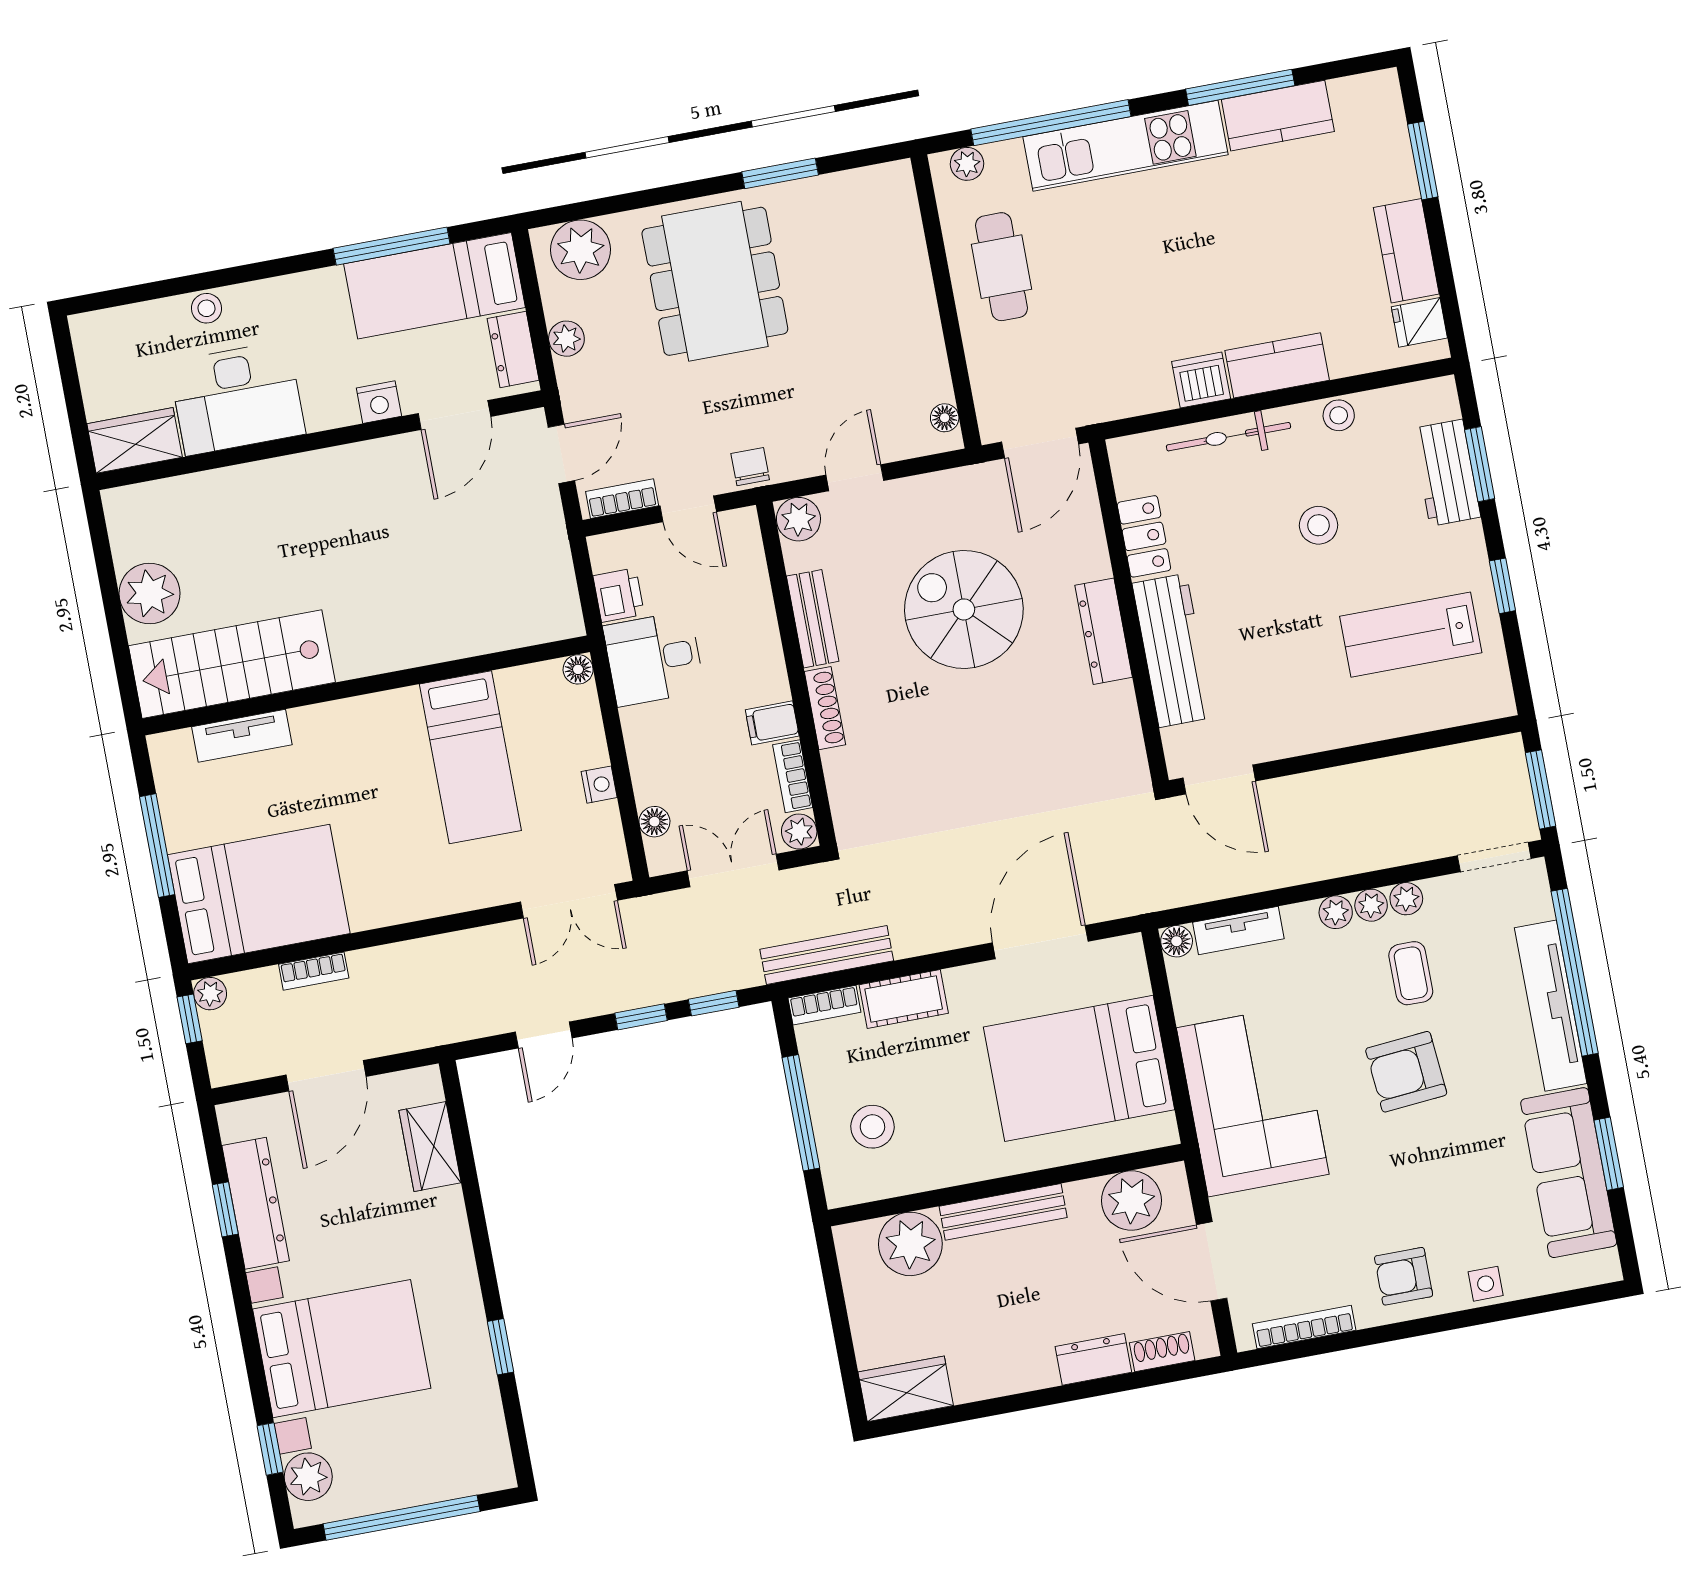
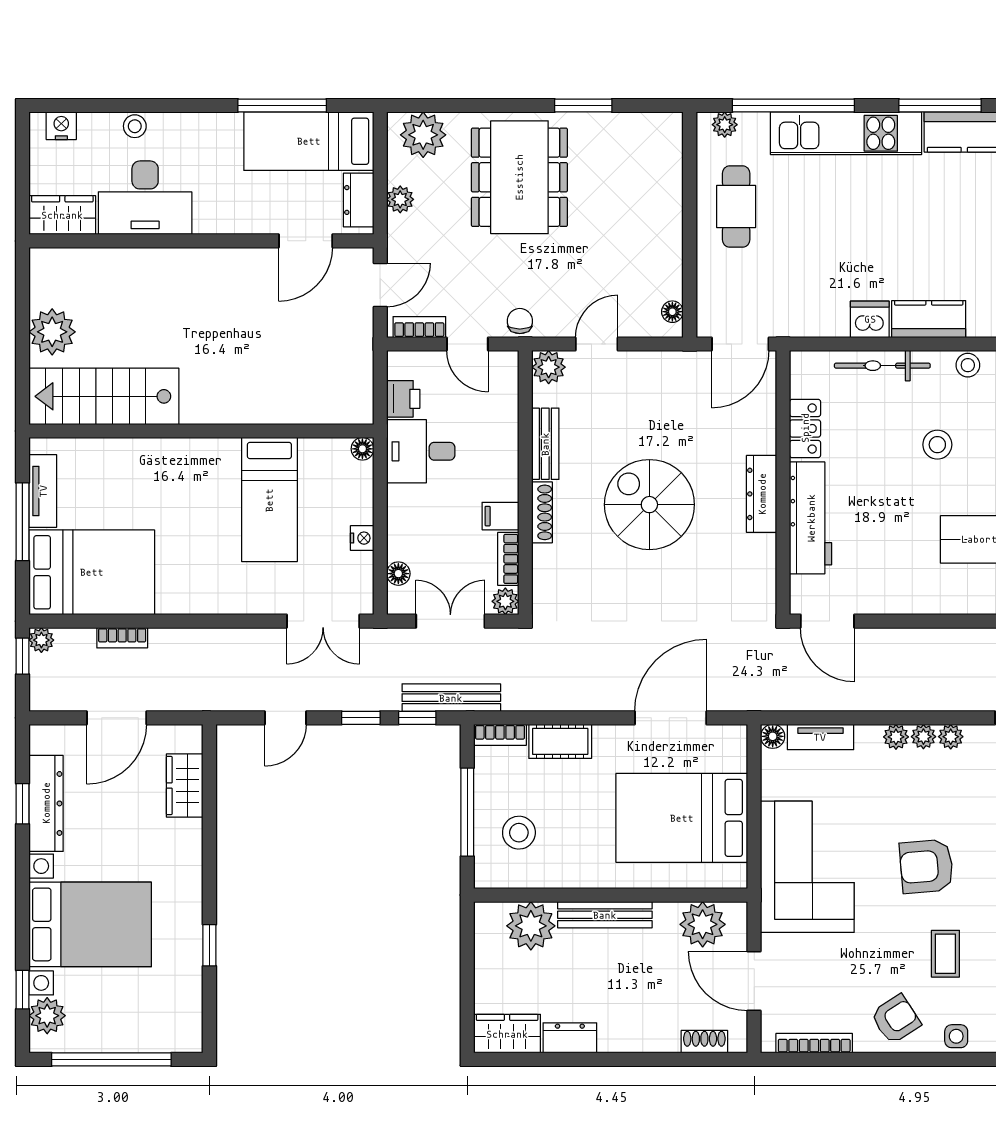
nightstand: (379, 402) -> (61, 126), moved, turned 180
spiral stairs: (964, 609) -> (649, 505), moved
tv unit: (242, 736) -> (43, 491), moved, turned -90
bench: (827, 955) -> (451, 698), moved
coffee table: (1411, 973) -> (945, 954), moved
armchair: (1404, 1276) -> (896, 1019), turned 147
dresser: (1093, 1359) -> (570, 1038), moved

